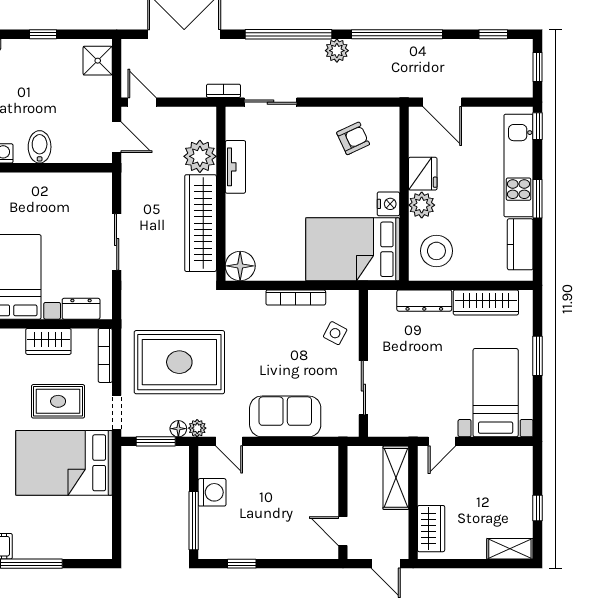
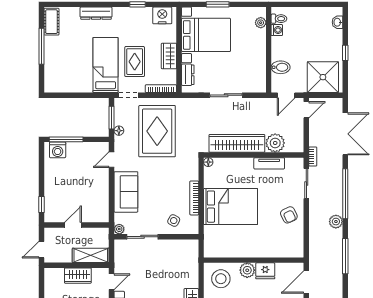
window: (397, 34) -> (345, 256), width x0.68
shower: (98, 61) -> (323, 77), width x1.86, depth x1.86
armchair: (353, 138) -> (289, 215), moved
bidet: (40, 147) -> (281, 67), moved
nightstand: (388, 204) -> (248, 251), removed
bed: (353, 249) -> (231, 207), moved, turned 90
floor lamp: (240, 266) -> (208, 162), width x0.53, depth x0.53
dresser: (424, 301) -> (192, 272), removed
plant: (197, 428) -> (119, 229), moved
door: (442, 441) -> (112, 282), swing flipped
bed: (64, 463) -> (106, 65), width x0.67
washing machine: (212, 492) -> (58, 150), moved
wardrobe: (431, 529) -> (78, 276), moved
door: (343, 531) -> (73, 225), moved
window: (242, 564) -> (41, 204), moved

